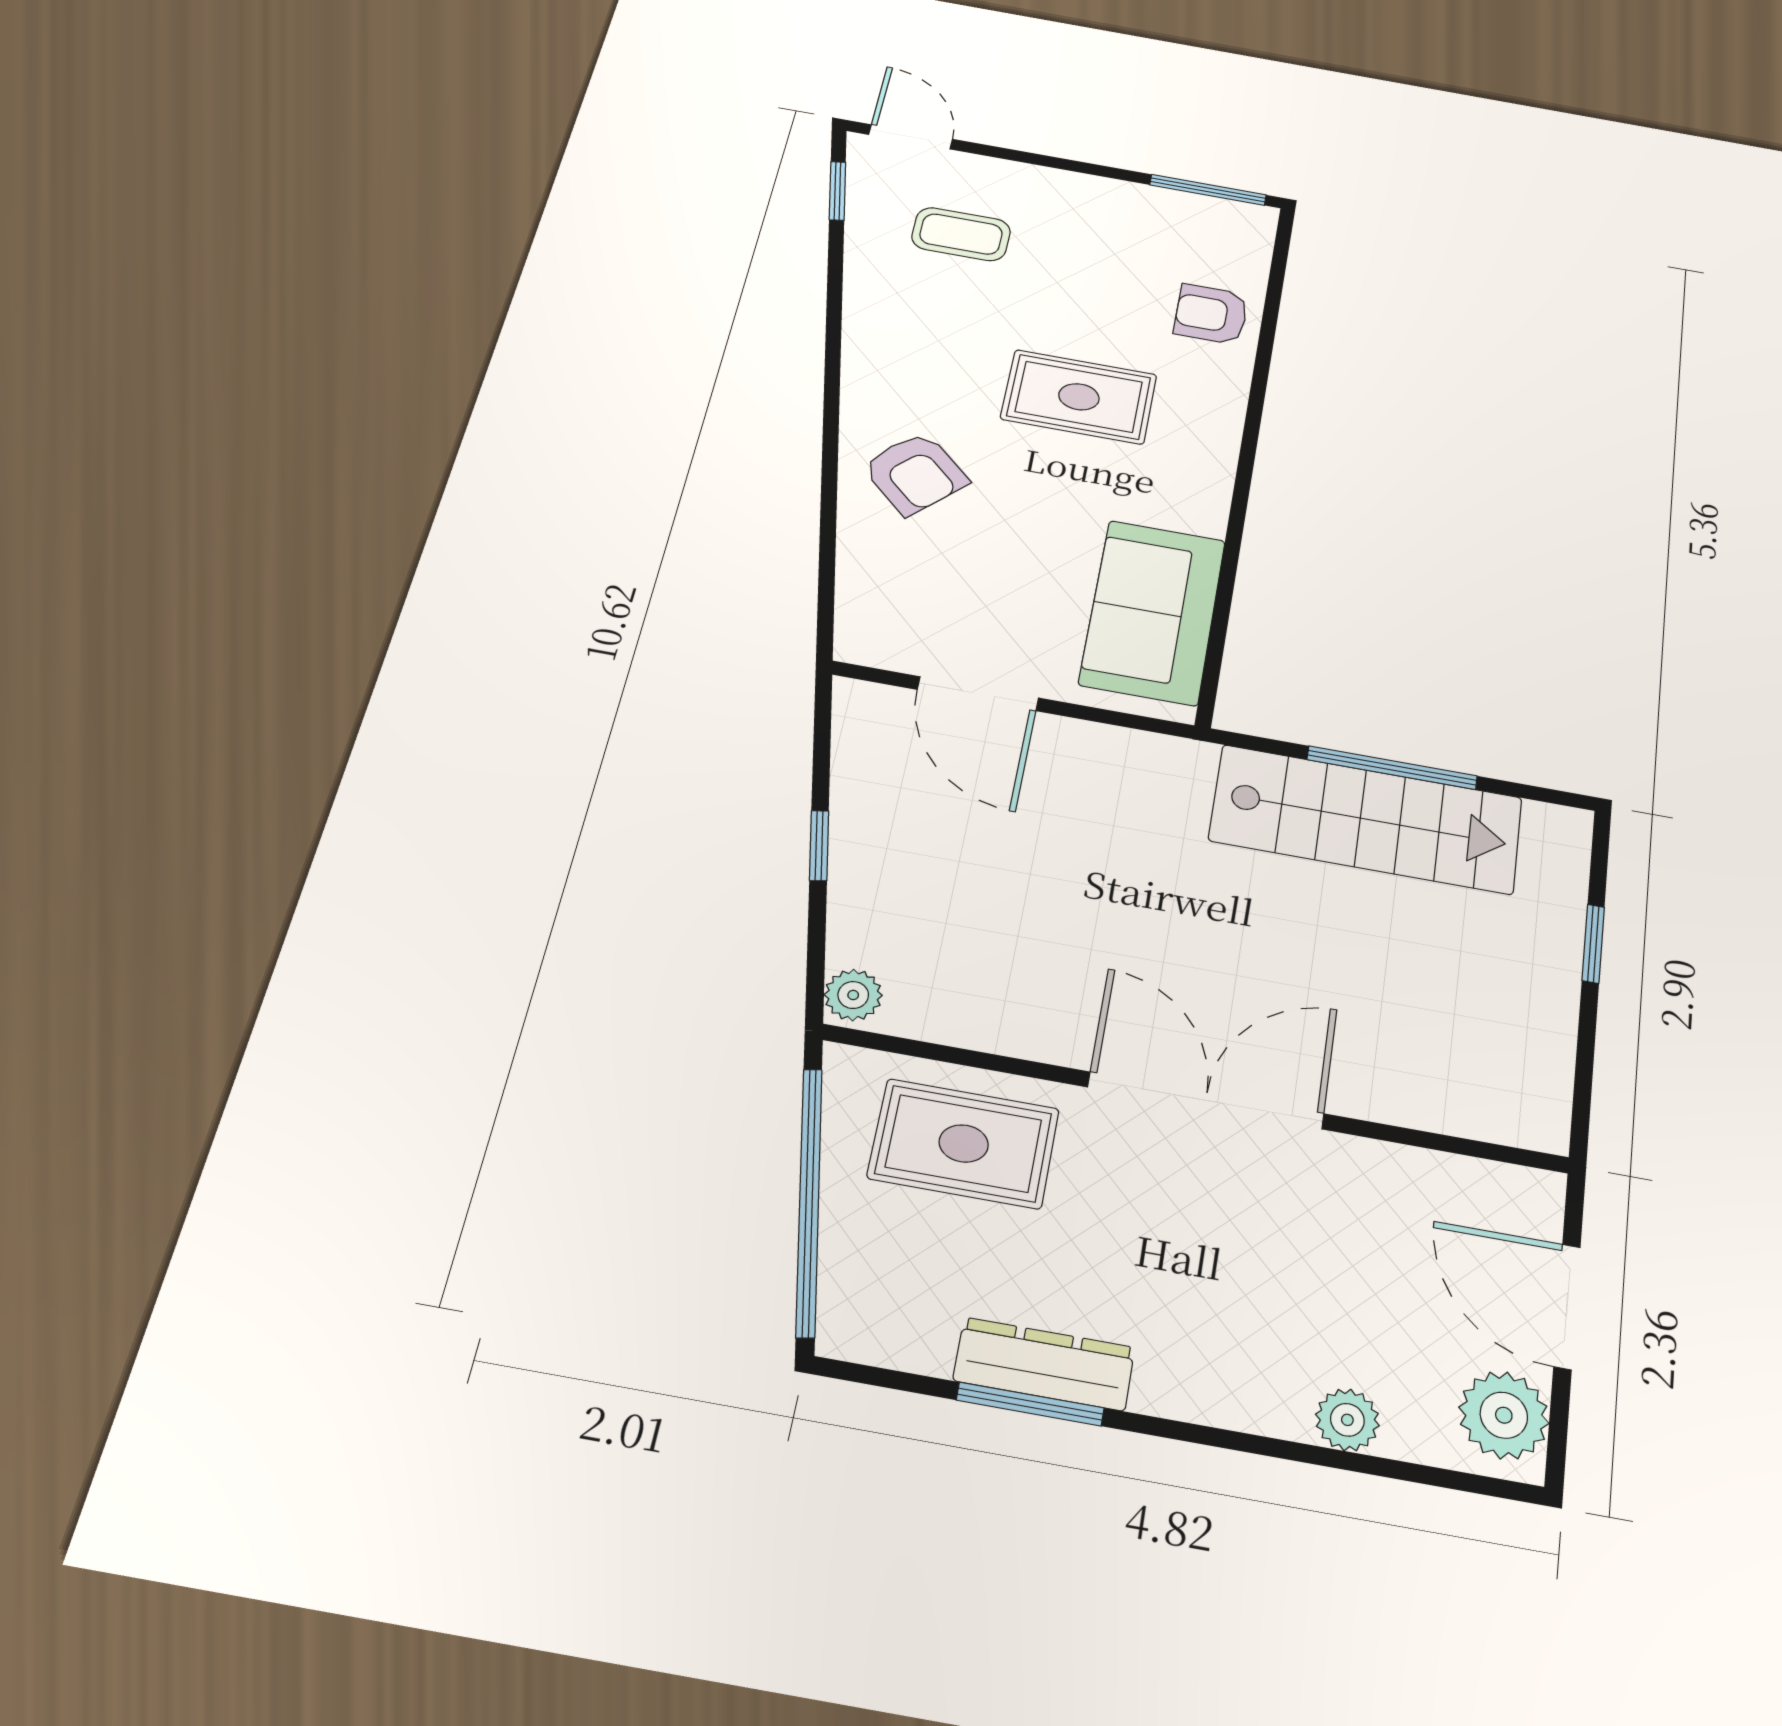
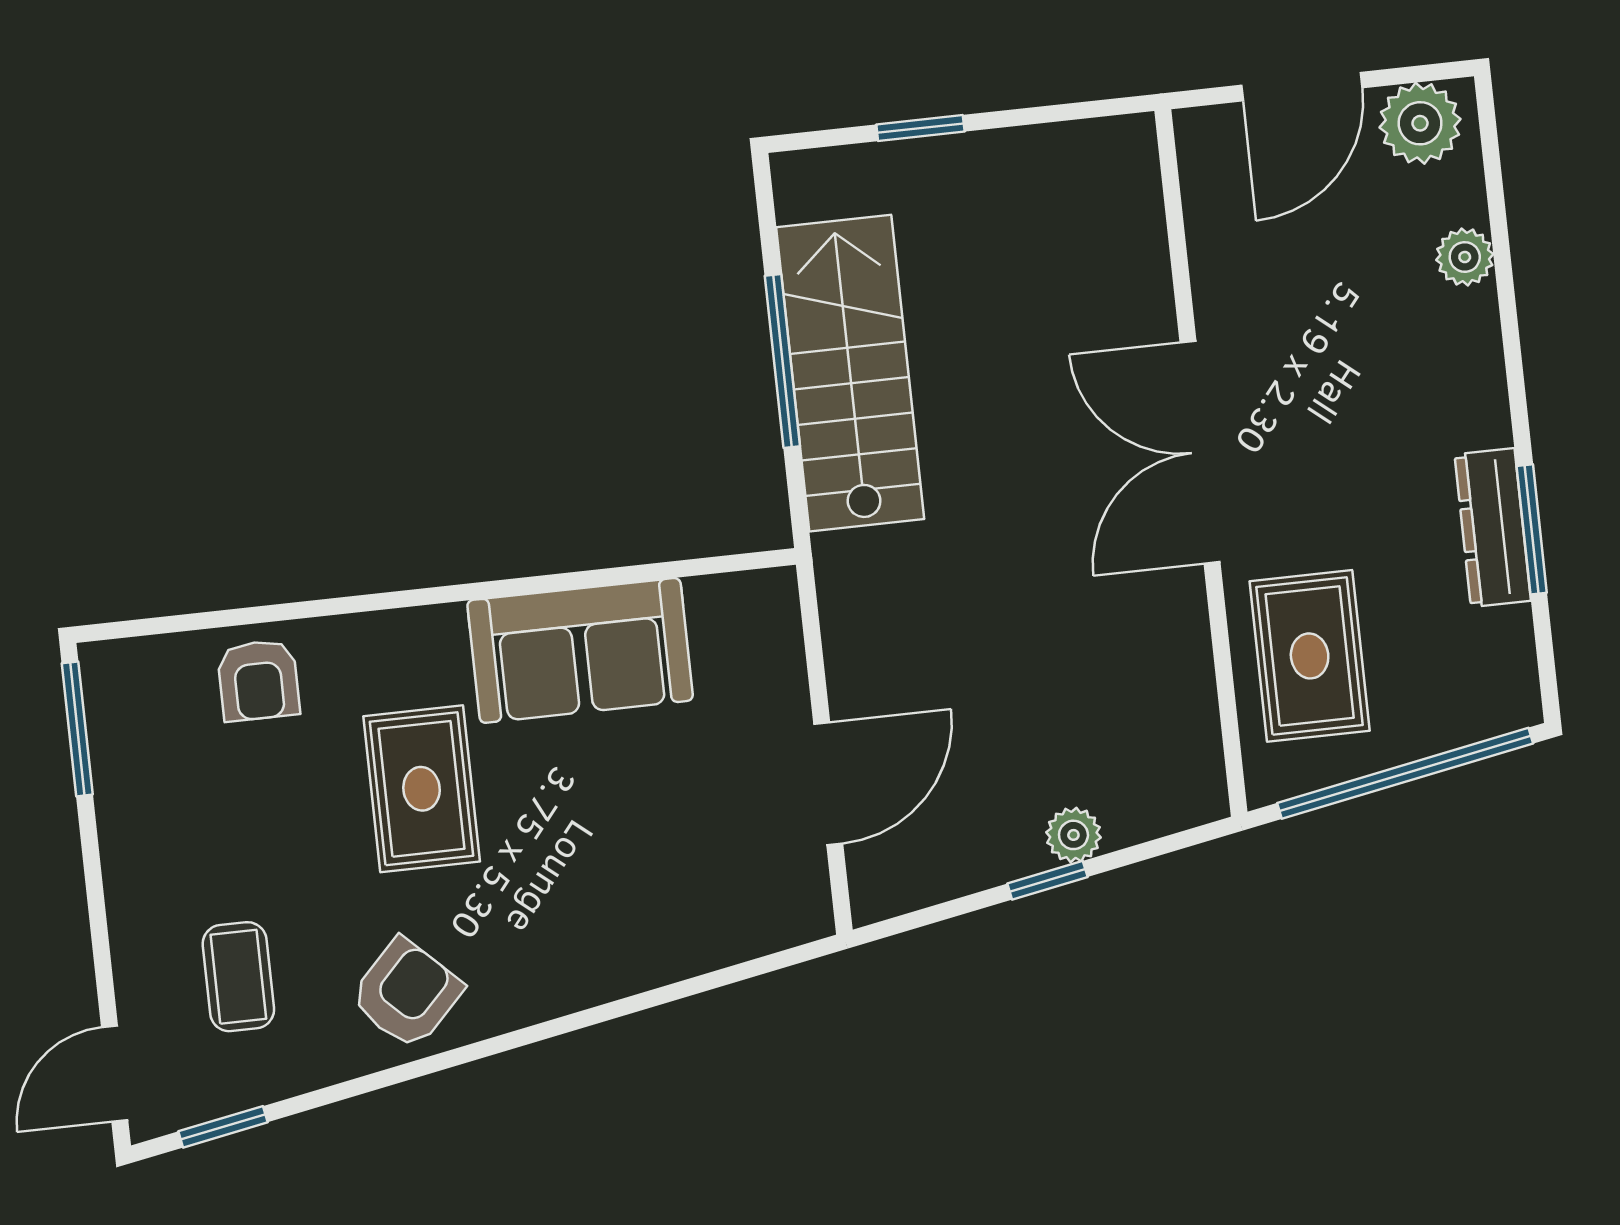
armchair: (915, 473) -> (406, 994), moved
sofa: (1153, 612) -> (580, 650), moved
plant: (853, 995) -> (1073, 835), moved

